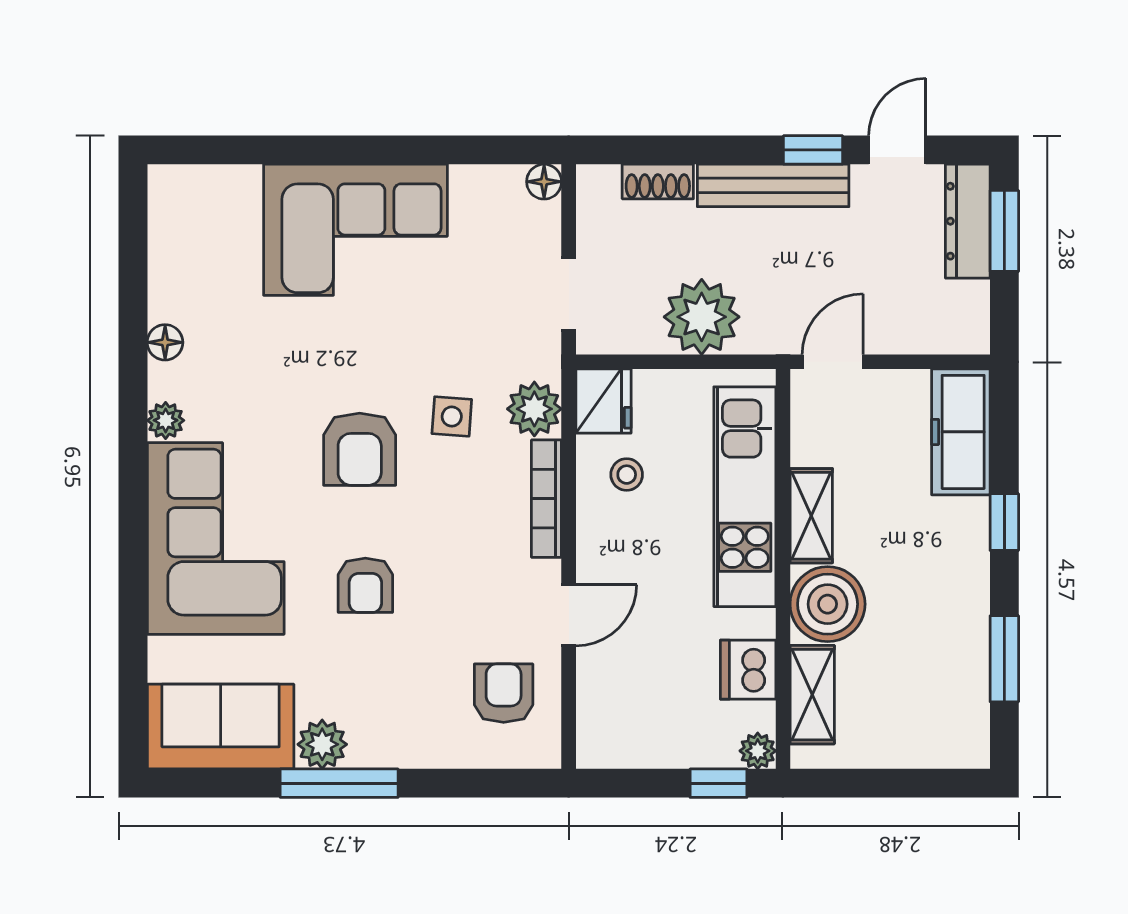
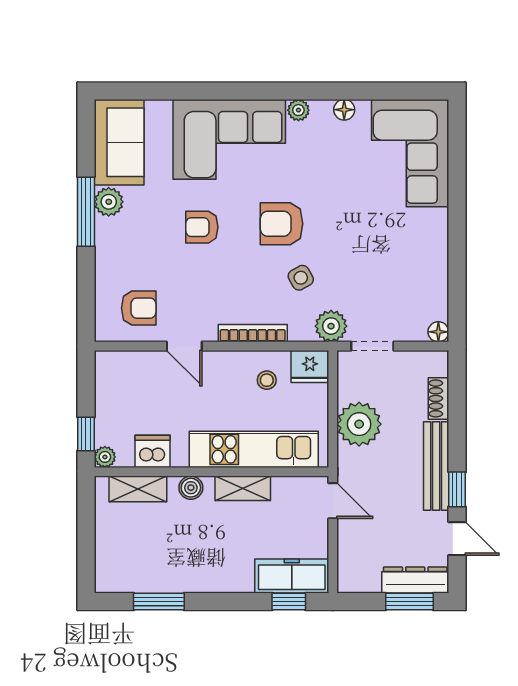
corner sofa: (355, 230) -> (410, 153), moved
plant: (534, 409) -> (331, 326), moved
side table: (452, 417) -> (301, 278), turned -33
window: (1004, 522) -> (289, 601), moved
boiler: (828, 604) -> (191, 488), width x0.54, depth x0.54

